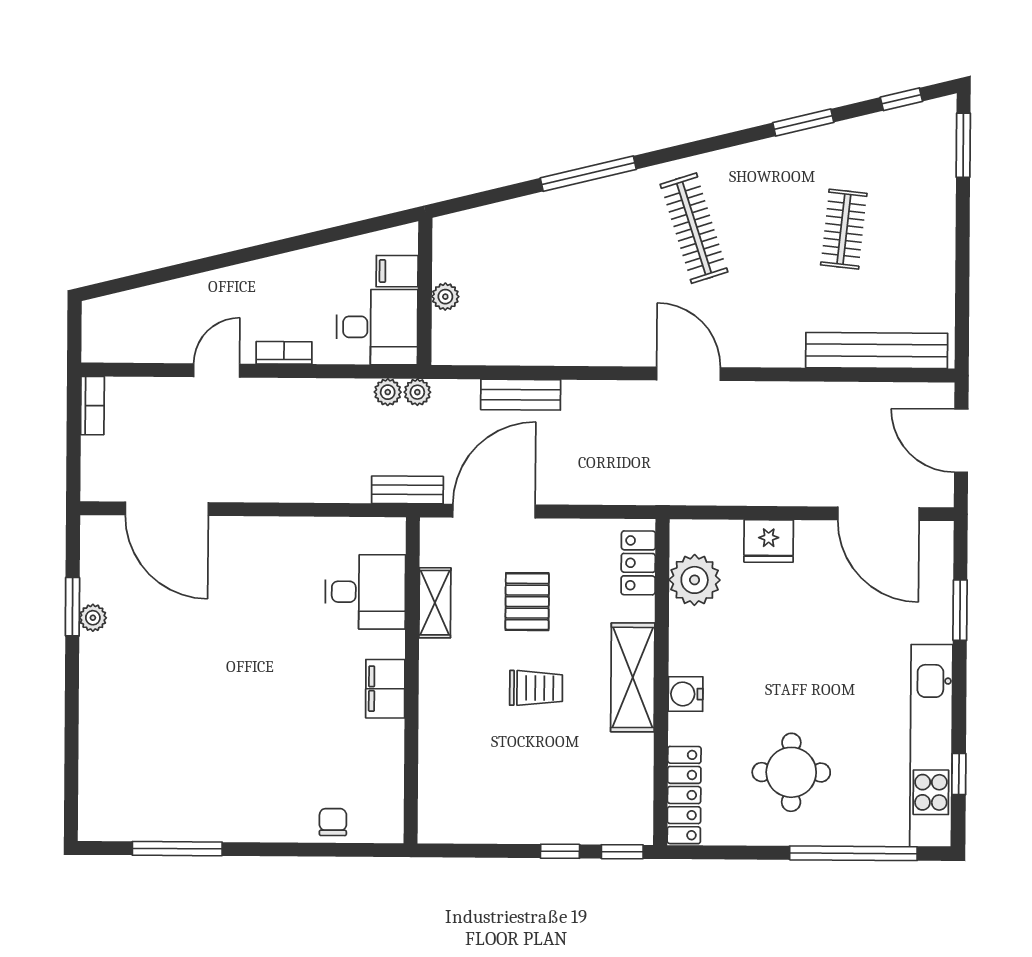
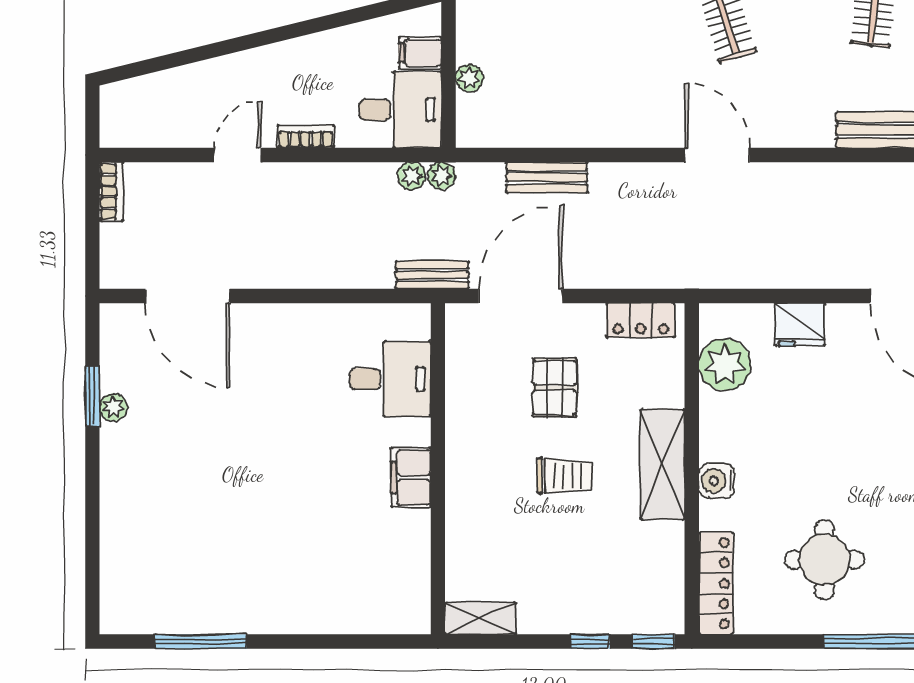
locker: (638, 563) -> (641, 320), moved, turned -90
shelving: (435, 603) -> (480, 618), moved, turned 90
chair: (333, 822) -> (359, 613), removed

